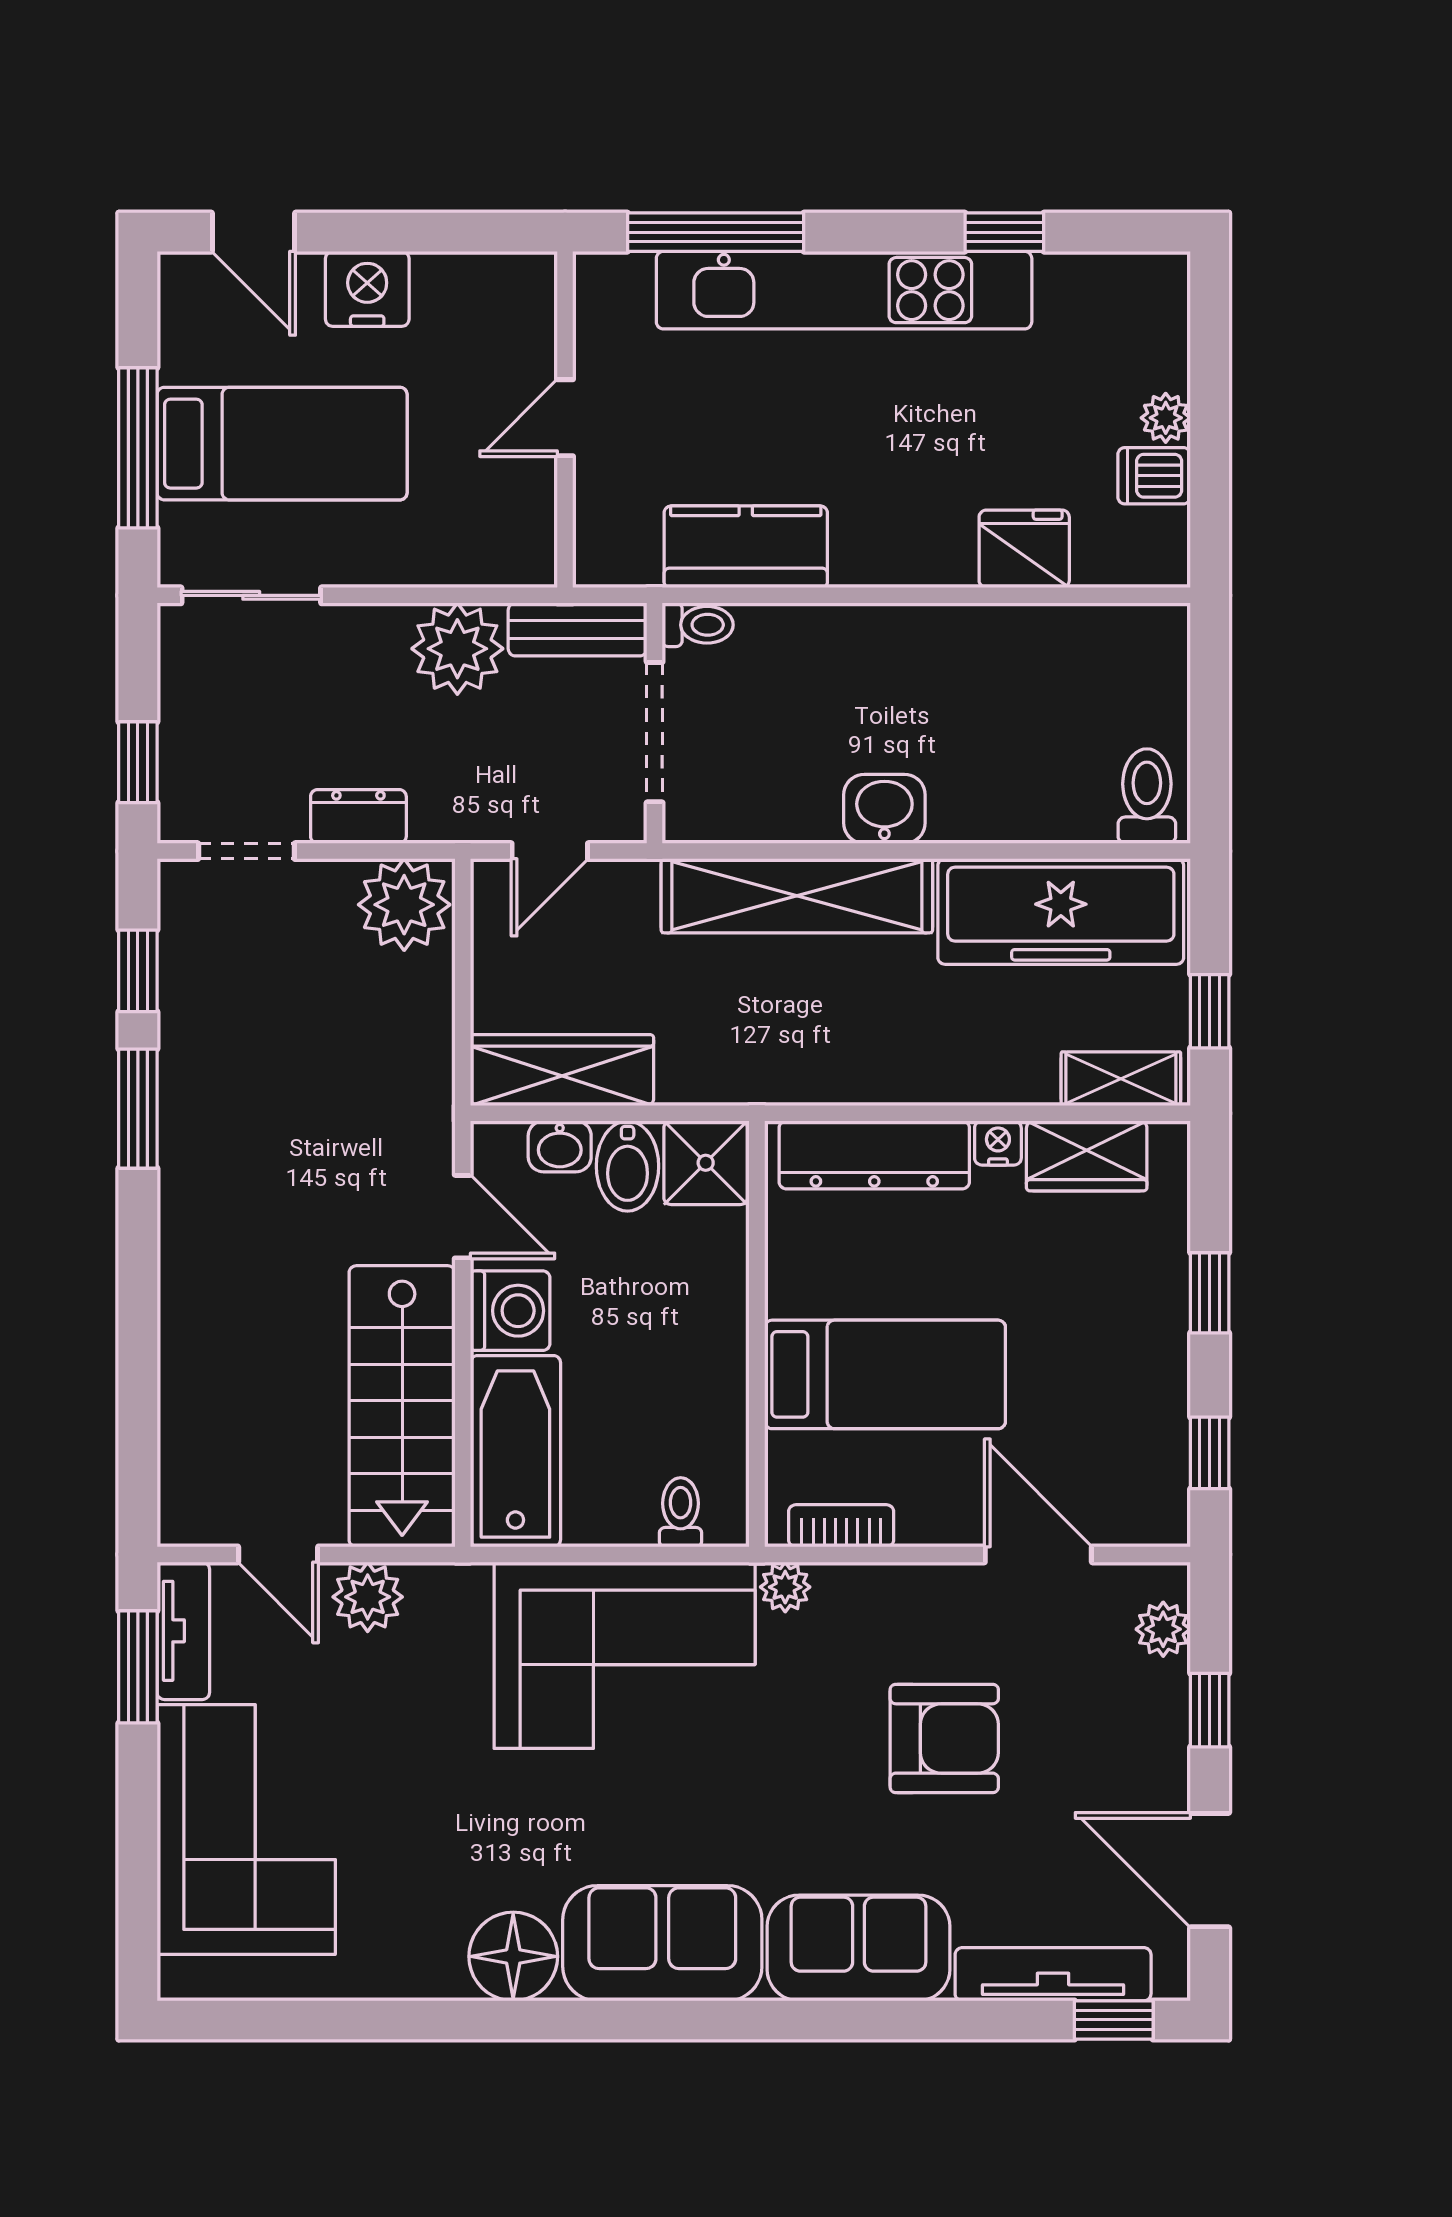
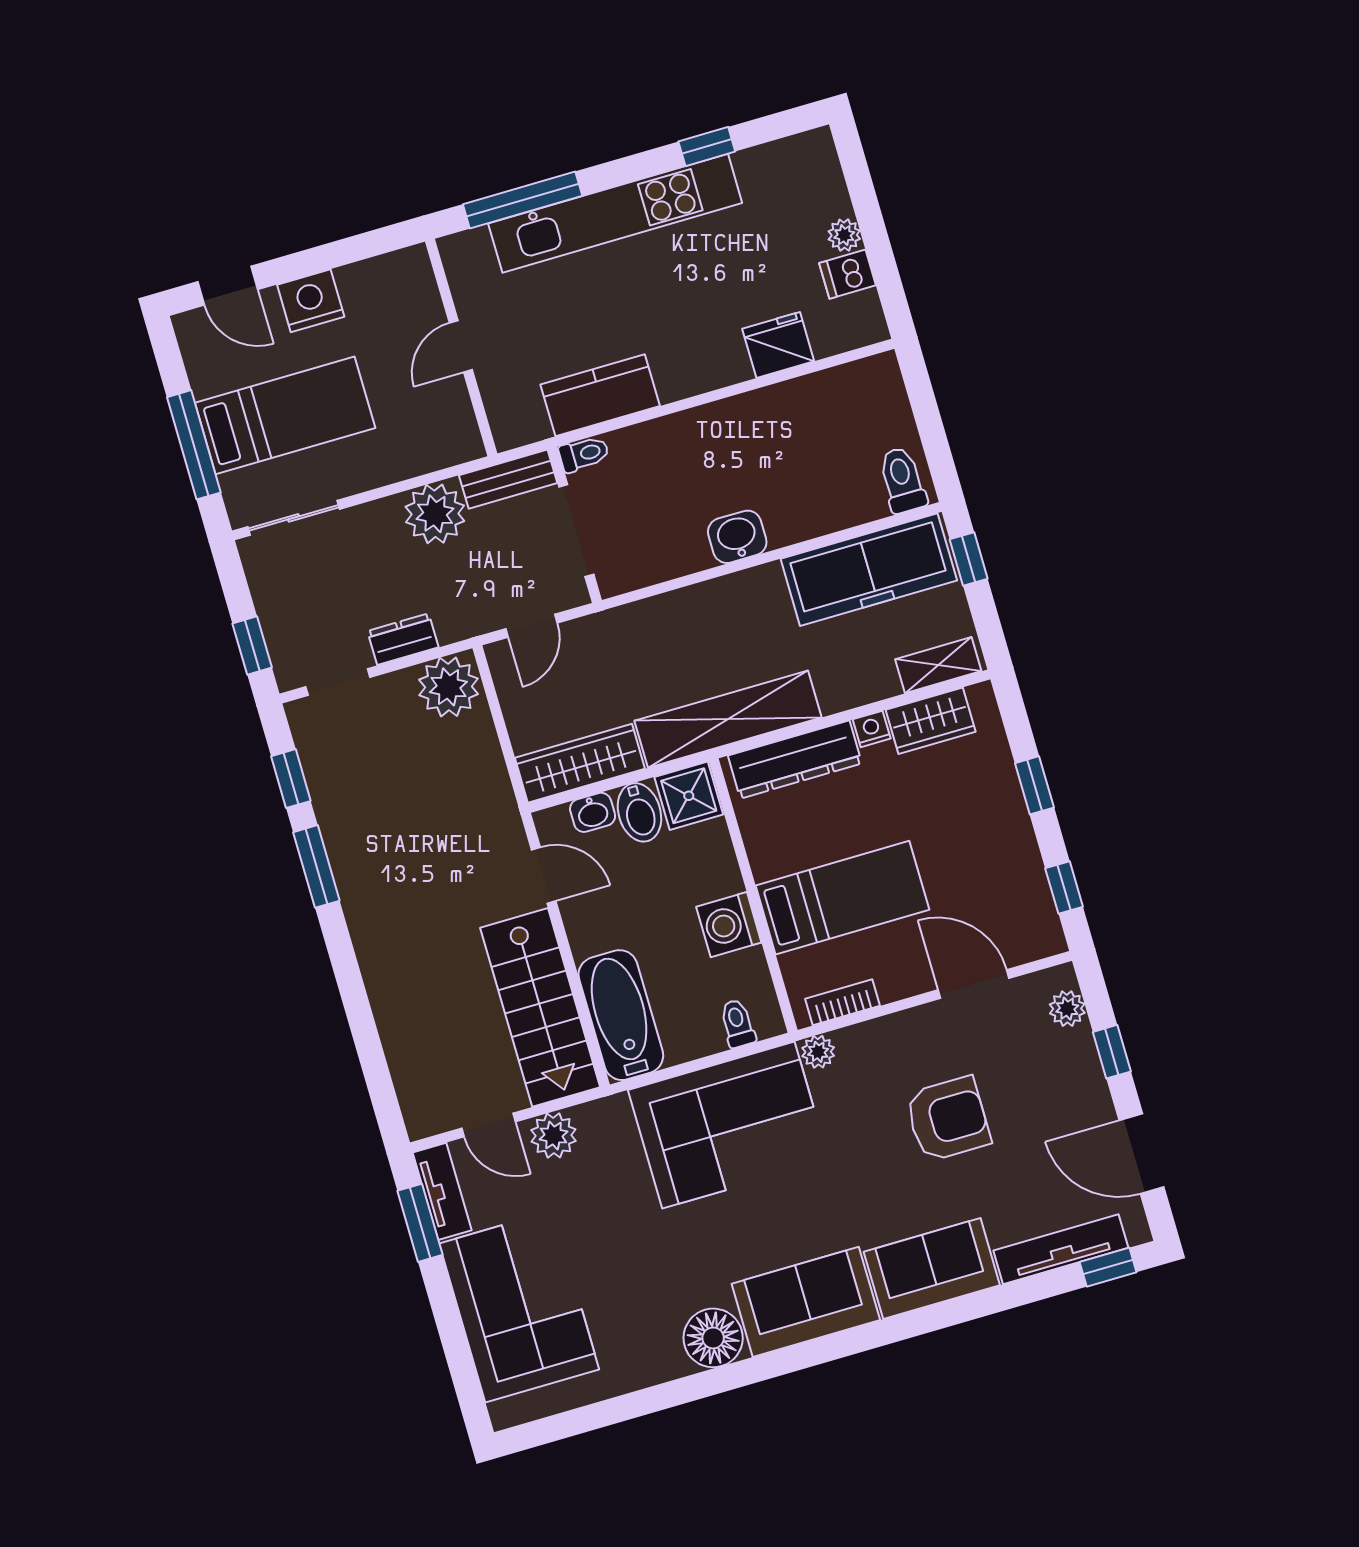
shelving: (797, 896) -> (728, 719), moved
window: (1210, 1011) -> (969, 559), moved
washing machine: (510, 1311) -> (729, 925), moved, turned 180

